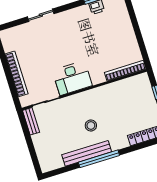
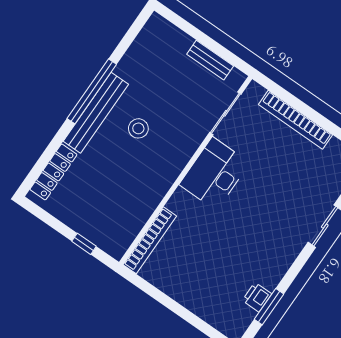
bench: (31, 121) -> (210, 60), moved
bench: (87, 153) -> (96, 113), moved

